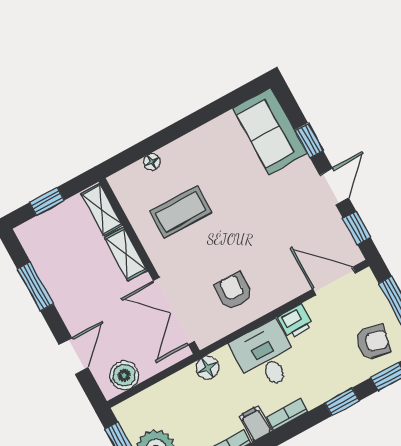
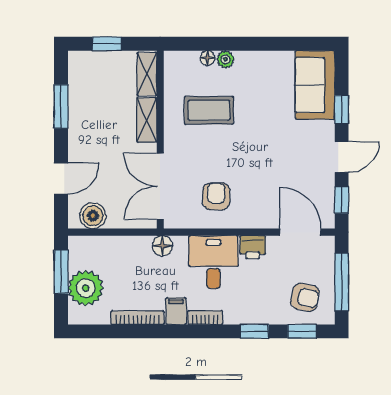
plant: (170, 154) -> (226, 59), added

